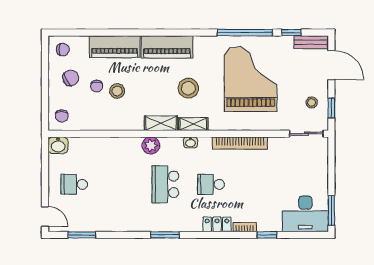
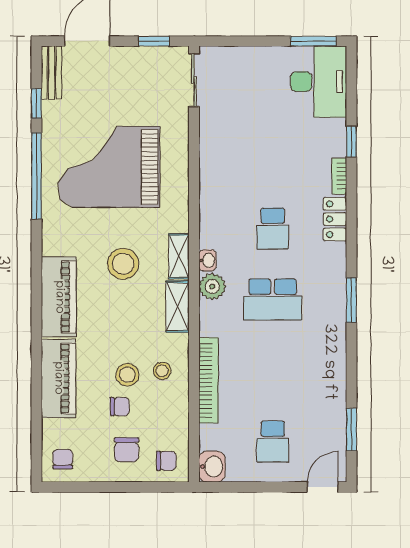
chair: (71, 78) -> (127, 450), moved, turned -152
stool: (312, 102) -> (162, 371), moved
bookcase: (240, 143) -> (209, 380), moved
plant: (151, 145) -> (212, 286), moved

